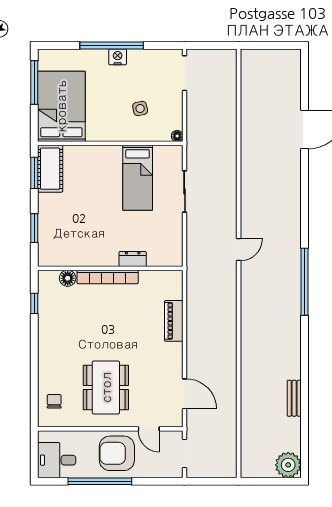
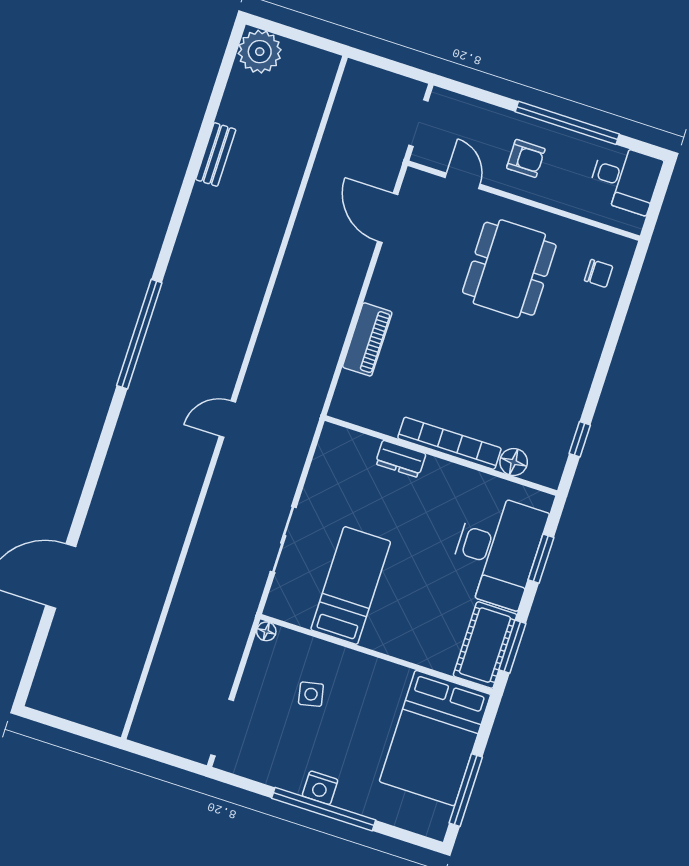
desk: (61, 225) -> (497, 551), added
chair: (54, 401) -> (599, 273), turned -90
armchair: (117, 453) -> (526, 158), width x0.53, depth x0.53

